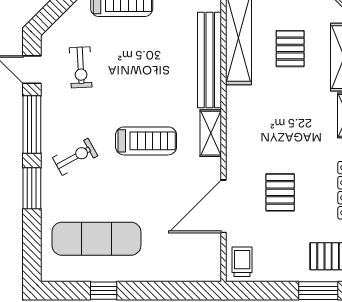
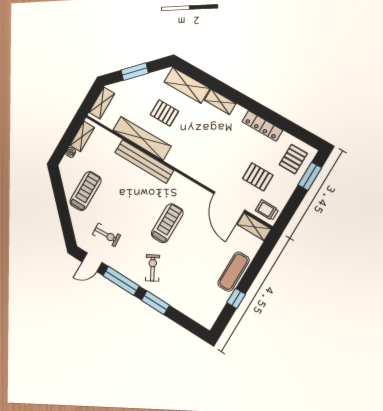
shelving: (211, 133) -> (254, 227), moved
pallet: (280, 192) -> (258, 177), moved
exercise mat: (96, 239) -> (234, 272), moved, width x0.73, depth x0.69

